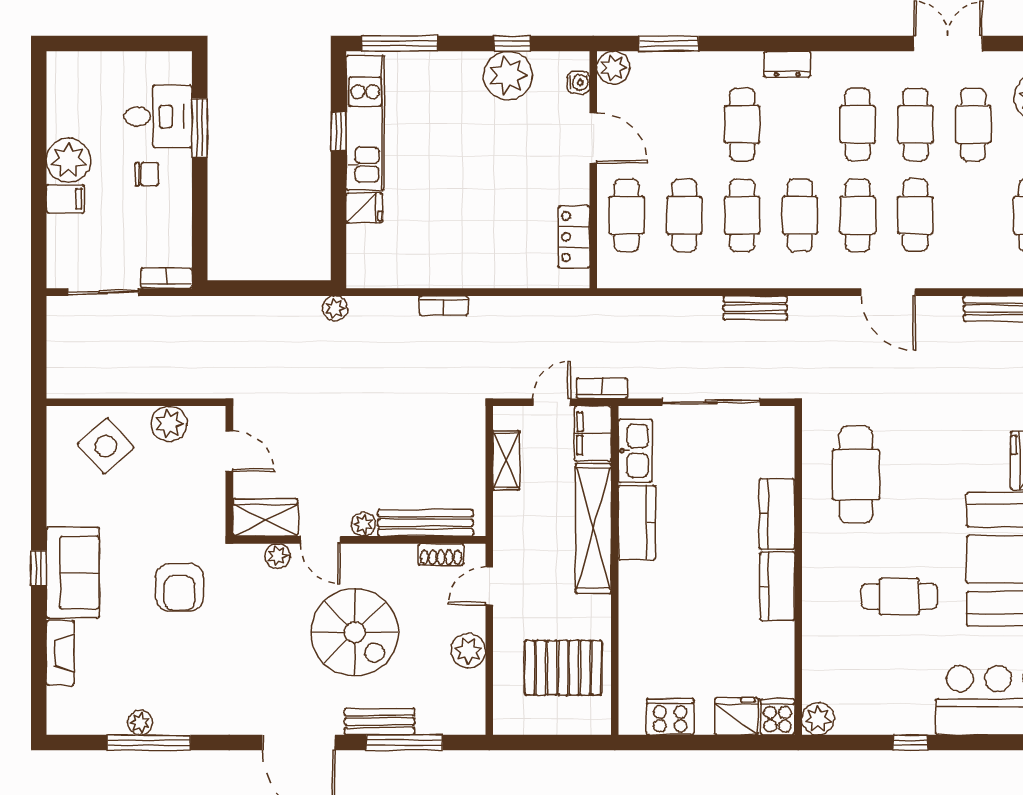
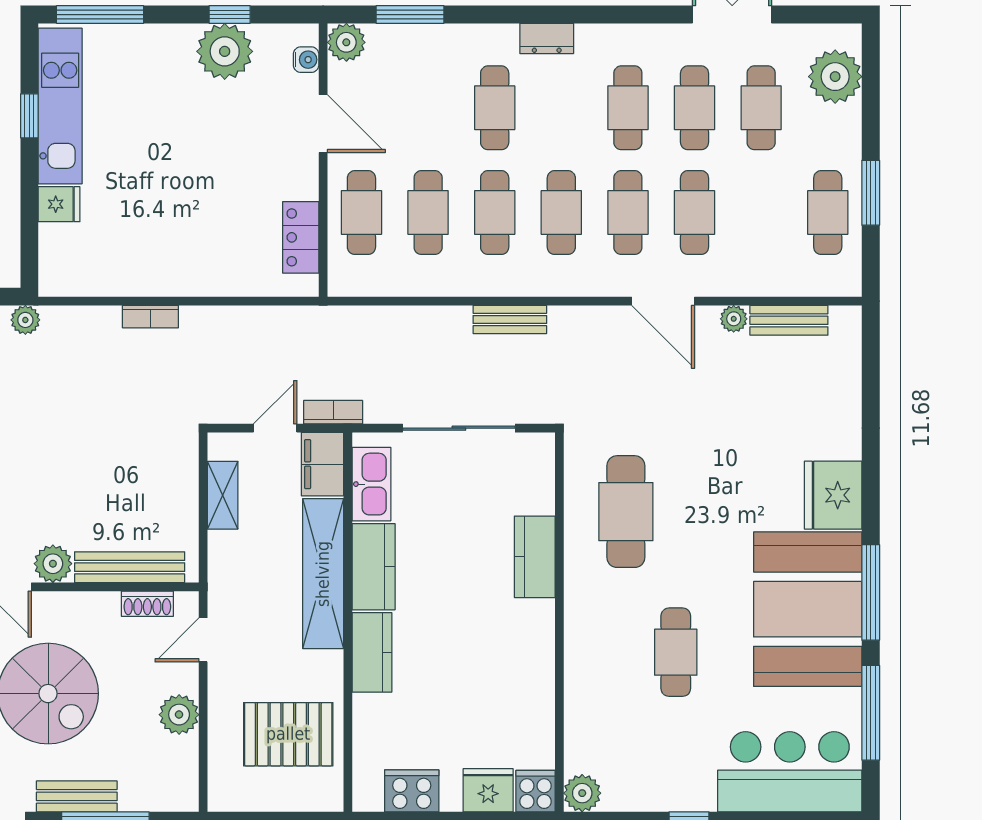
plant: (949, 307) -> (734, 319), added
plant: (363, 524) -> (53, 564), width x1.38, depth x1.38
kitchen counter: (777, 586) -> (372, 652), moved, turned 180
cafe table: (899, 597) -> (676, 652), turned 90

